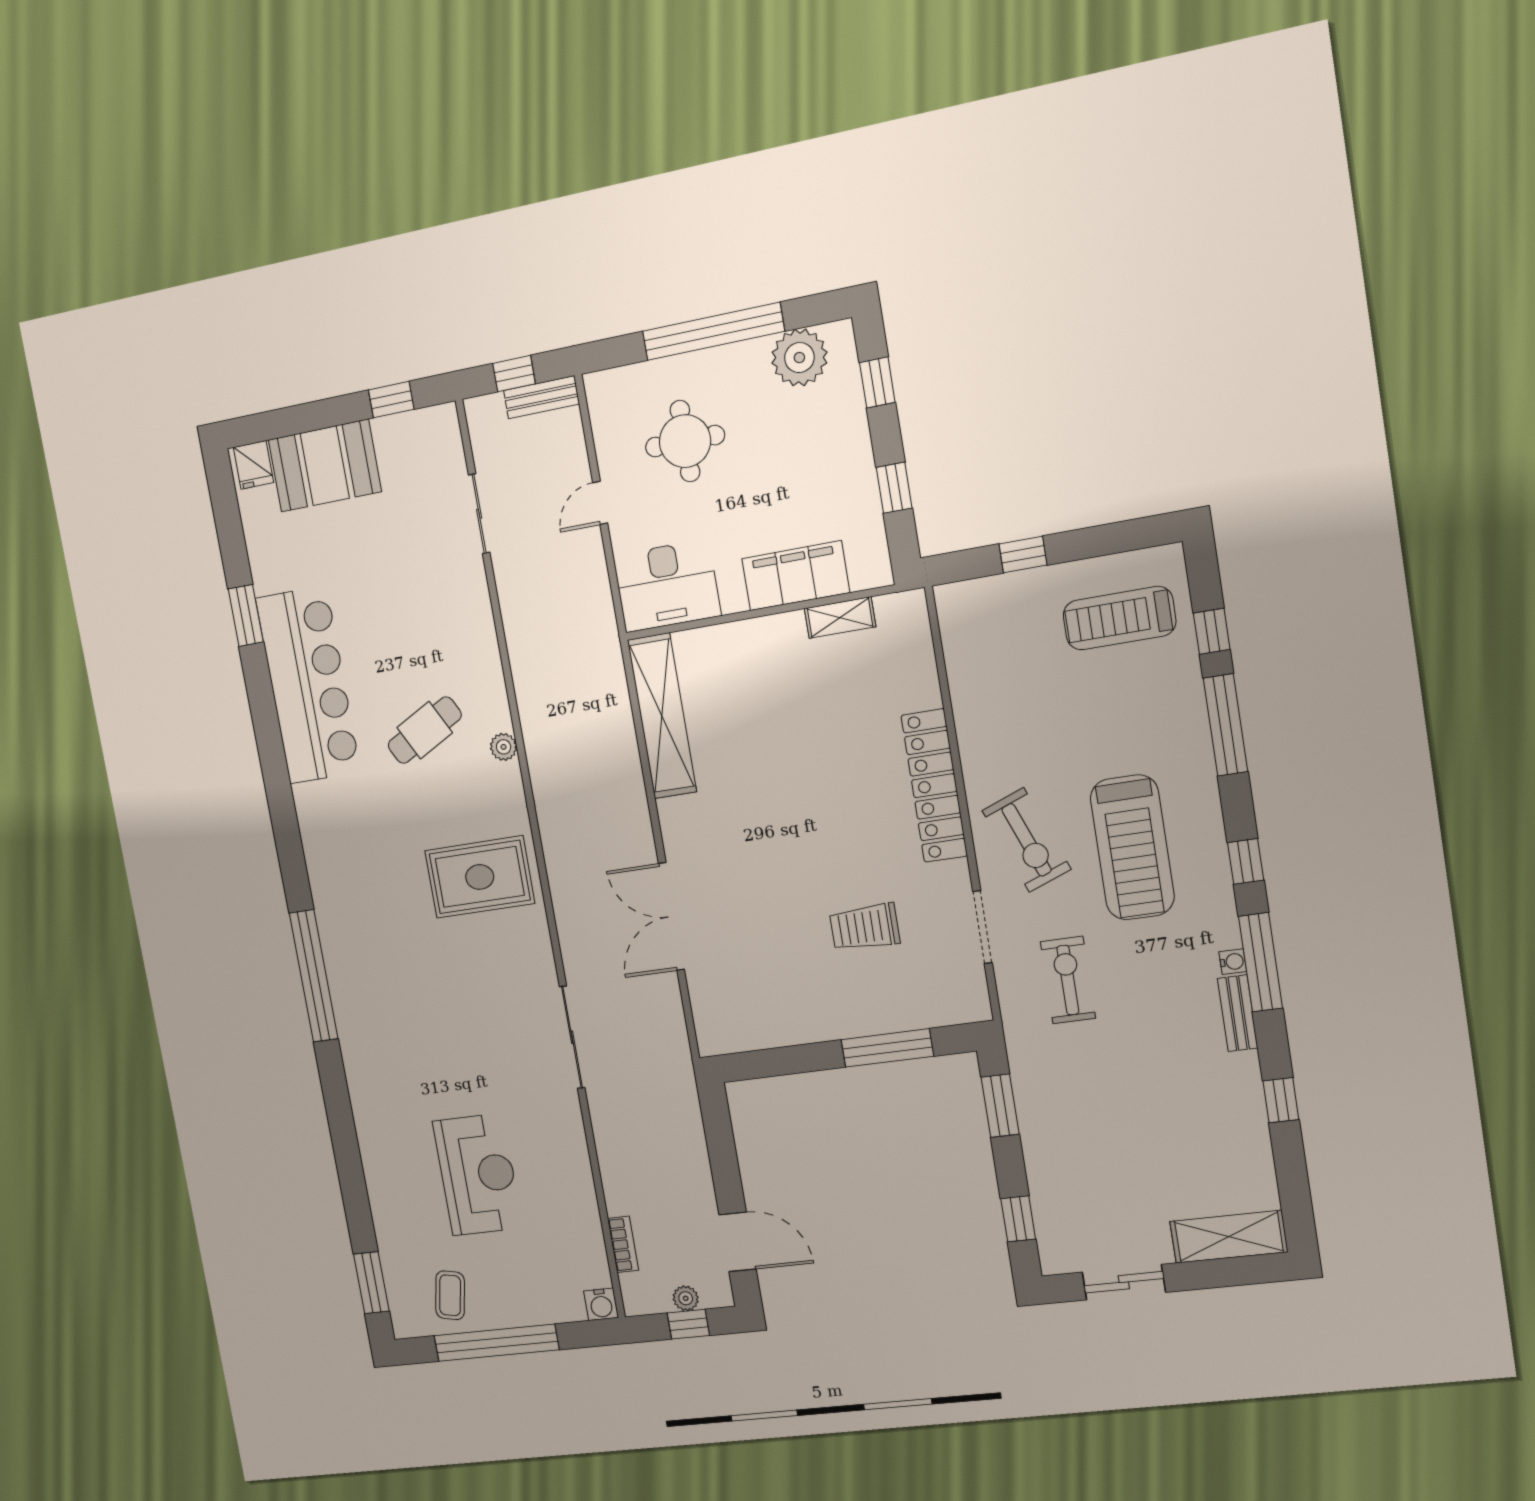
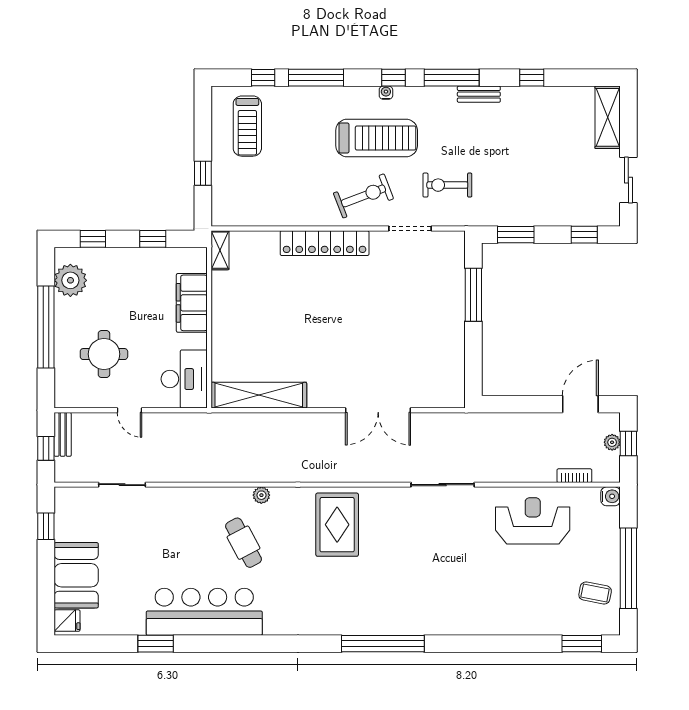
shelving: (840, 618) -> (220, 250), moved
trolley: (865, 927) -> (401, 296), removed
water cooler: (1233, 962) -> (386, 93), moved
reception desk: (478, 1175) -> (533, 521), moved

